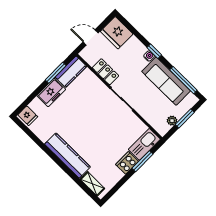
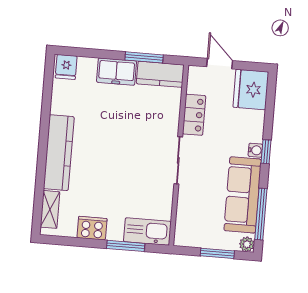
plant: (172, 121) -> (247, 244), moved
cooker: (127, 163) -> (92, 228), moved

